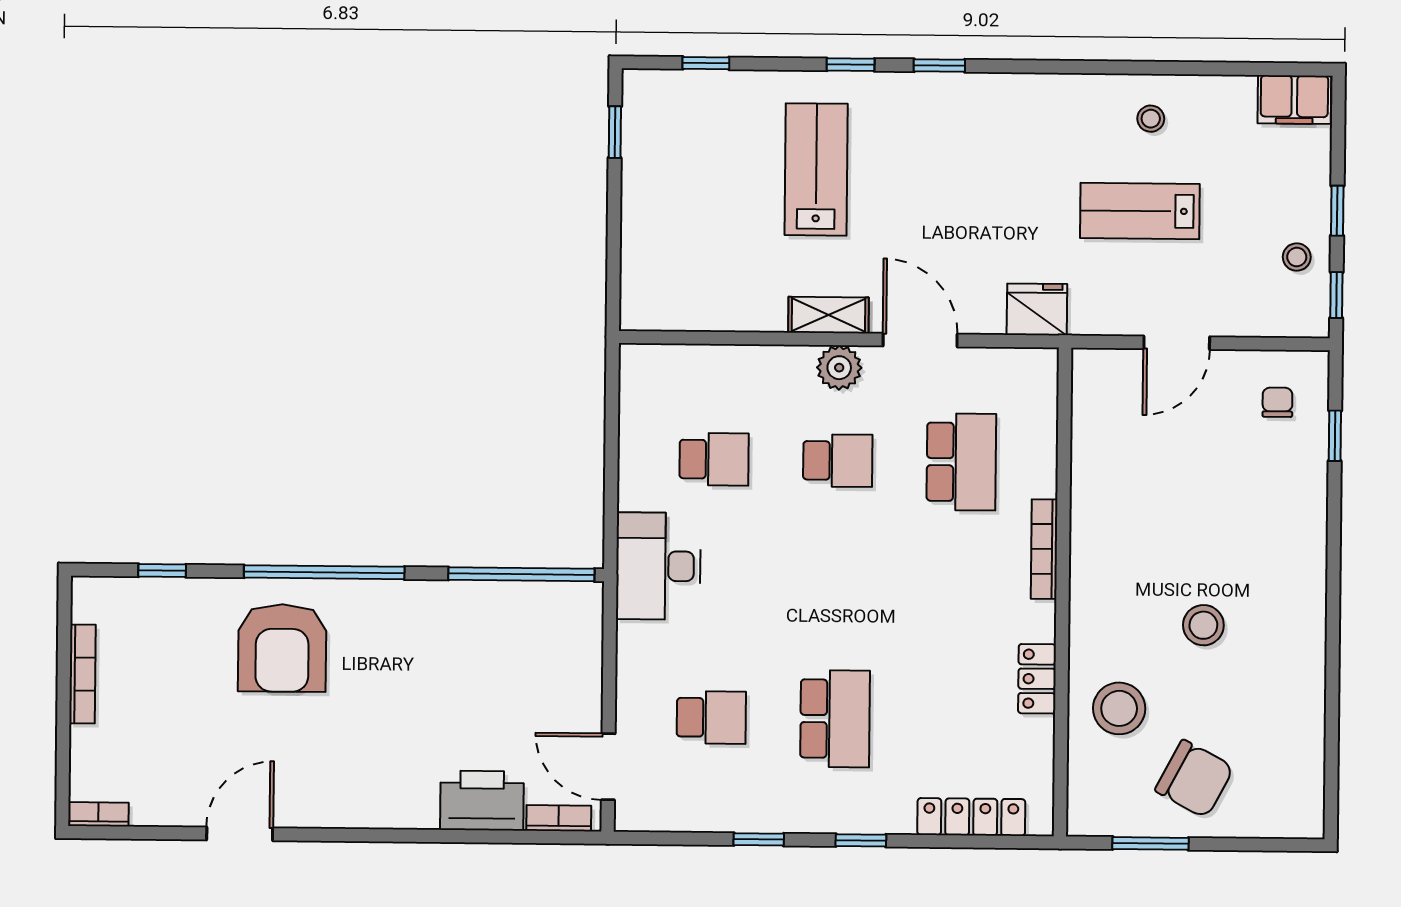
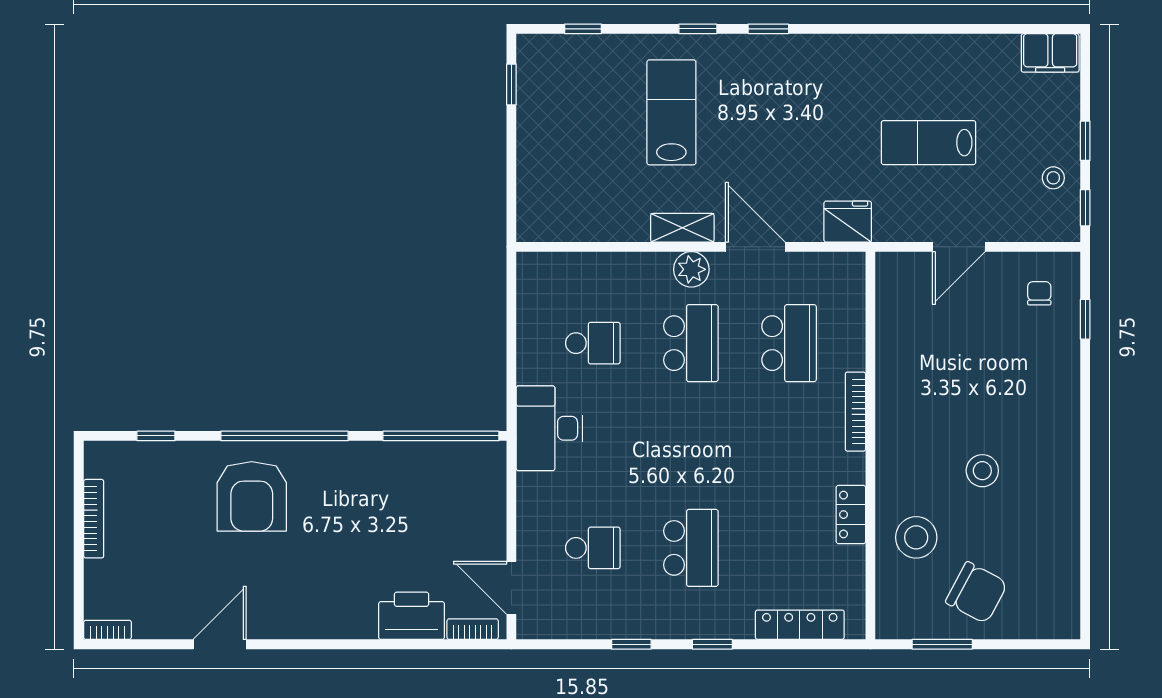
stool: (1151, 119) -> (936, 69), removed
school desk: (838, 461) -> (691, 343), width x1.85

